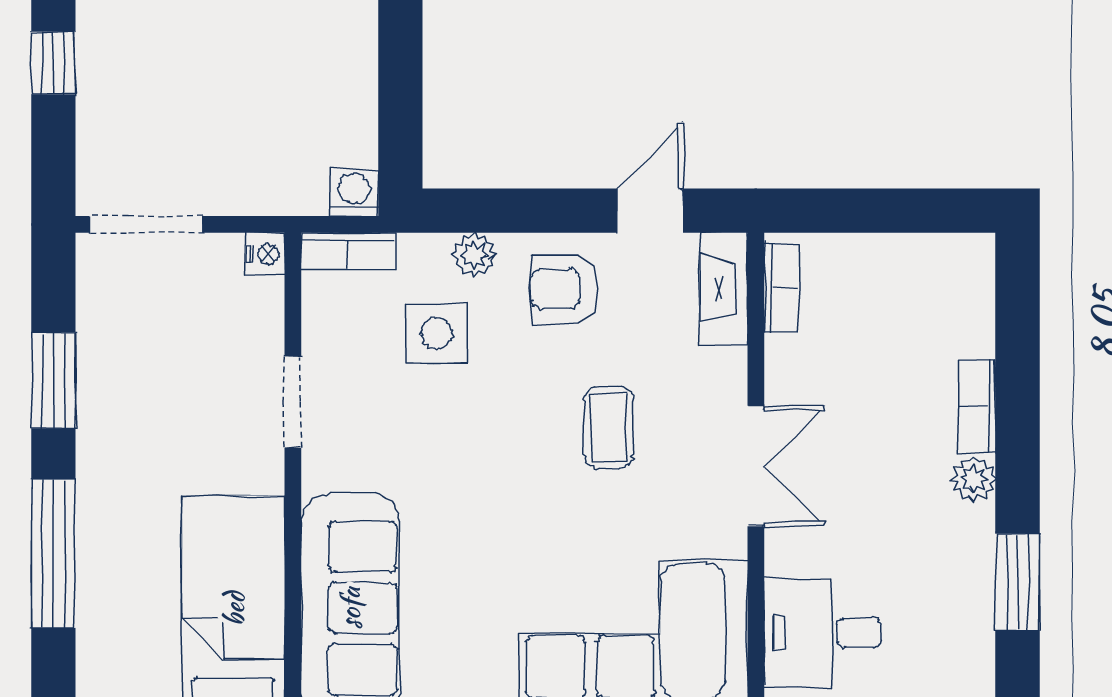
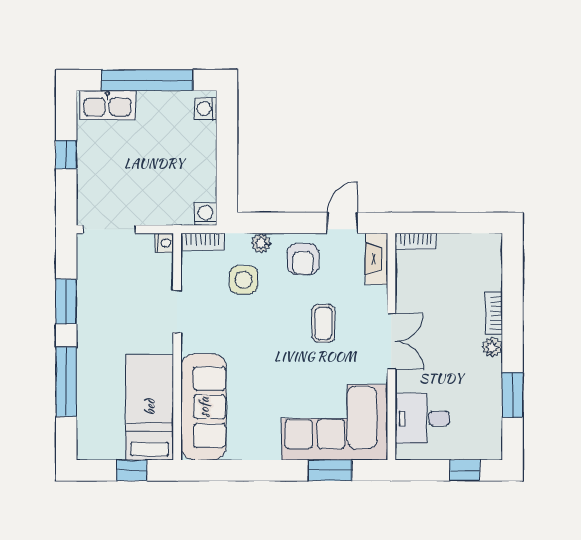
bookcase: (782, 287) -> (416, 241), moved, turned 90
armchair: (565, 289) -> (303, 259), turned -90

